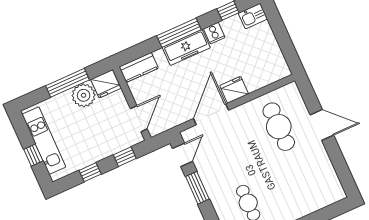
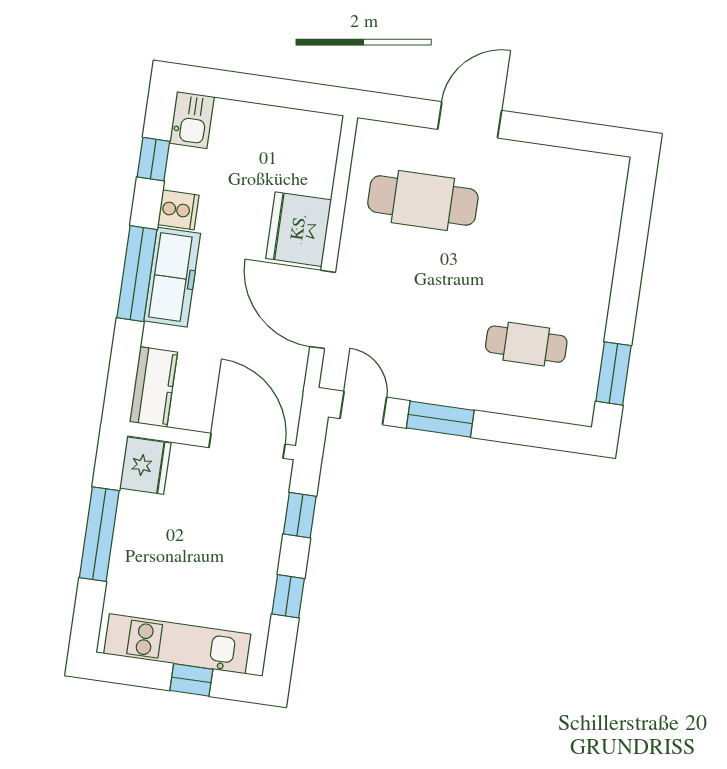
fridge: (234, 90) -> (299, 229), width x1.36, depth x1.34
plant: (84, 95) -> (141, 519), removed
door: (139, 119) -> (247, 446), width x1.36

